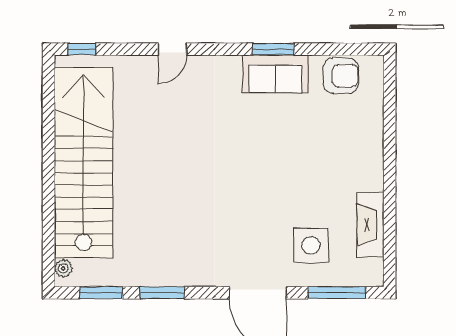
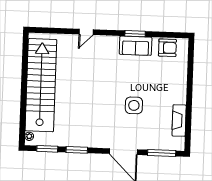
window: (82, 49) -> (42, 30), removed
side table: (311, 245) -> (134, 105), moved

